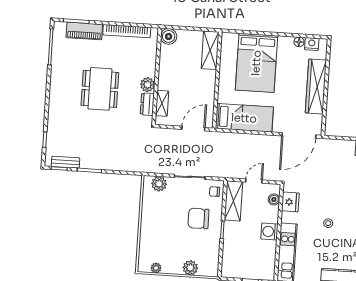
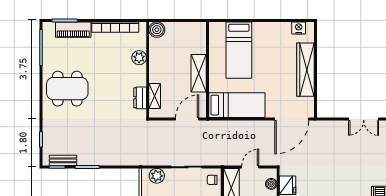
floor lamp: (299, 42) -> (286, 27), removed
shelving: (210, 50) -> (199, 73), moved
bed: (256, 63) -> (239, 50), width x0.67
plant: (148, 85) -> (139, 58), moved
dining table: (100, 89) -> (67, 89), moved, turned 90

